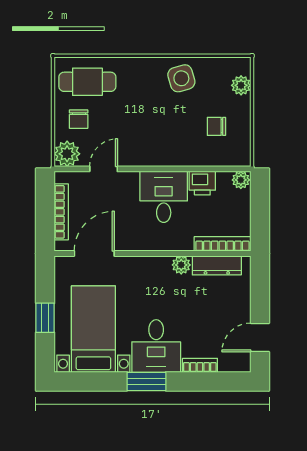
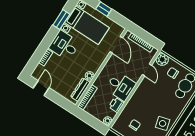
window: (146, 381) -> (61, 20), moved

